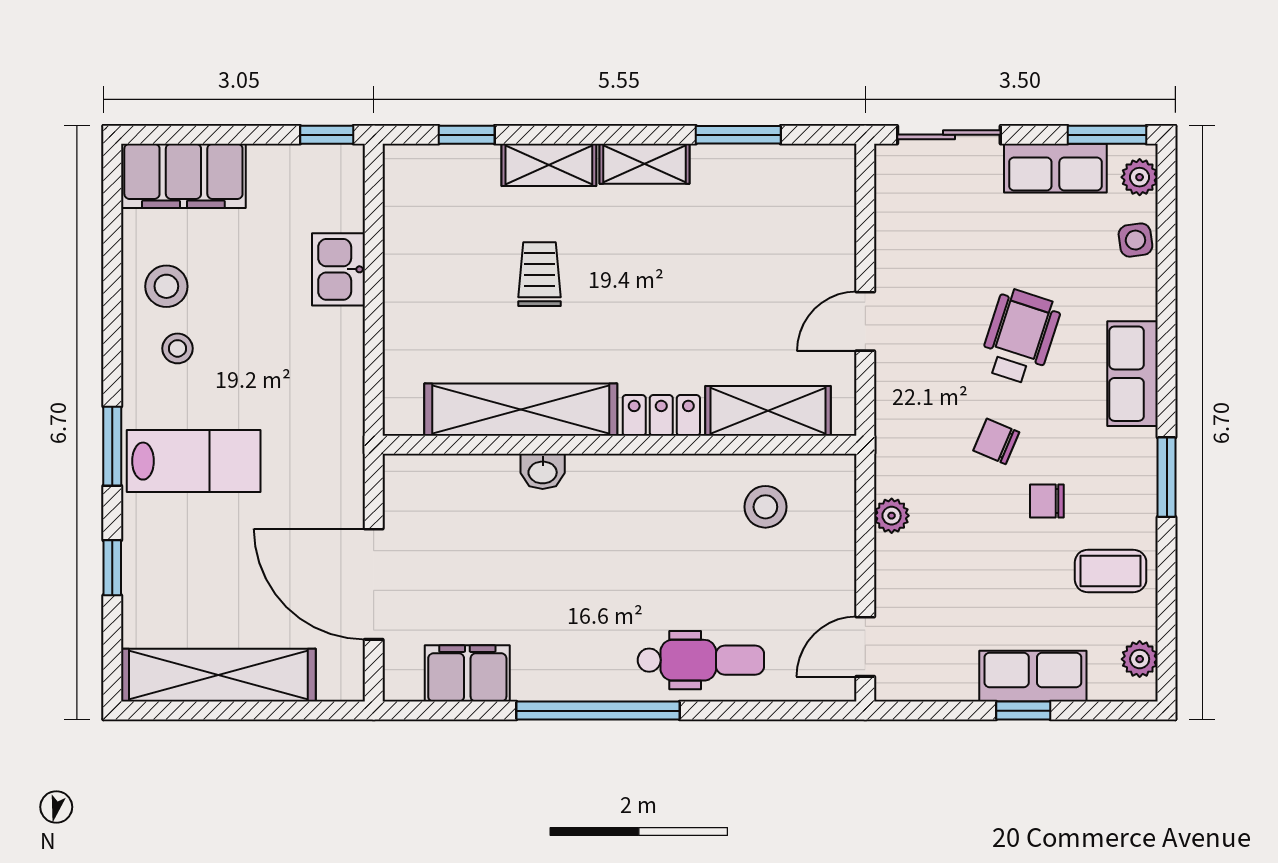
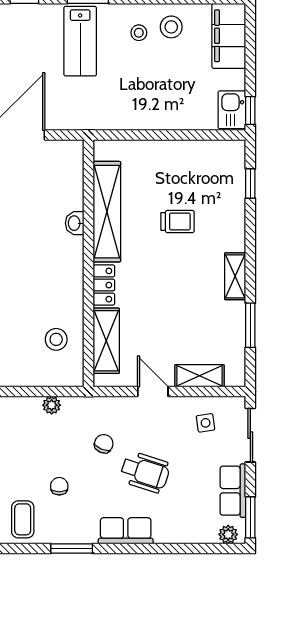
shelving: (549, 165) -> (200, 376), moved, turned 90
side table: (1135, 240) -> (206, 423), moved
kitchen sink: (338, 269) -> (232, 110), moved, turned -90
chair: (996, 441) -> (104, 444), moved

